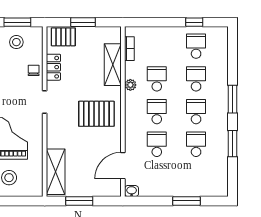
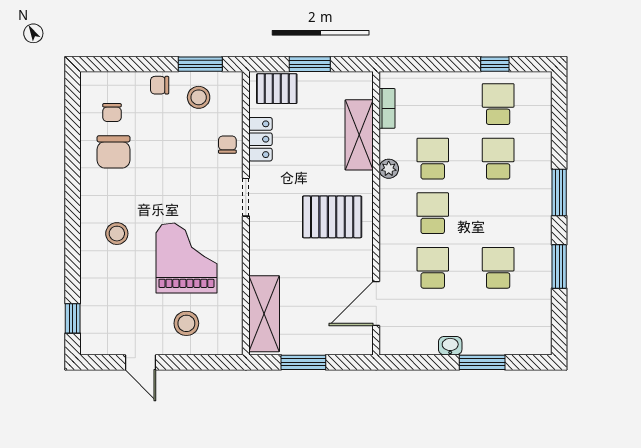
school desk: (196, 112) -> (498, 213), removed
washbasin: (132, 191) -> (450, 346), moved

